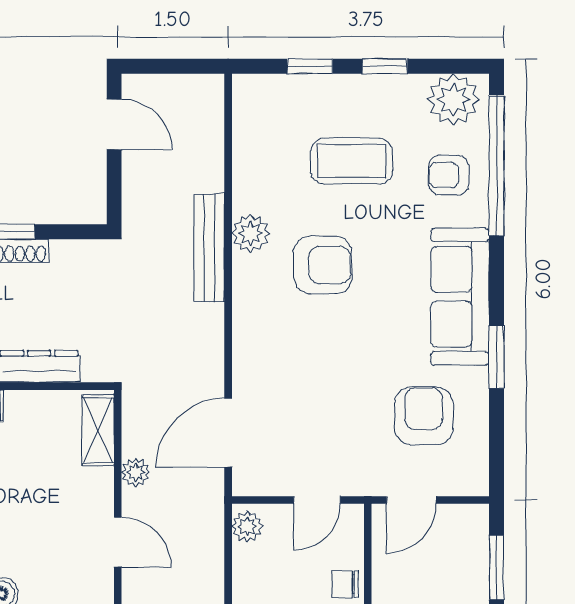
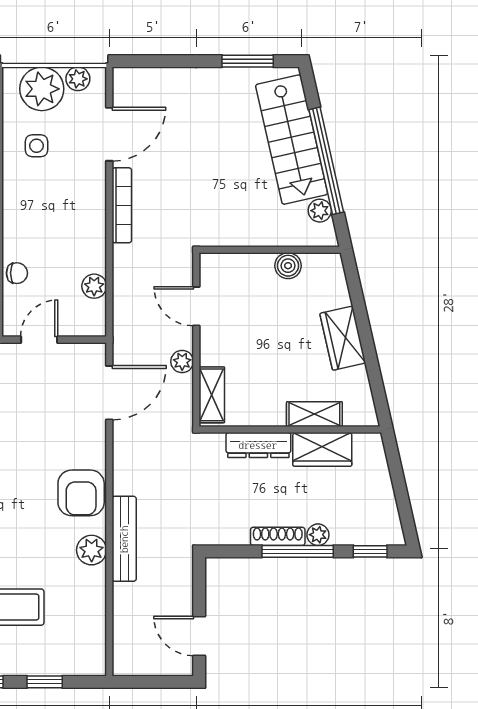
armchair: (323, 265) -> (81, 493), moved, turned -90
plant: (247, 527) -> (94, 286), moved

